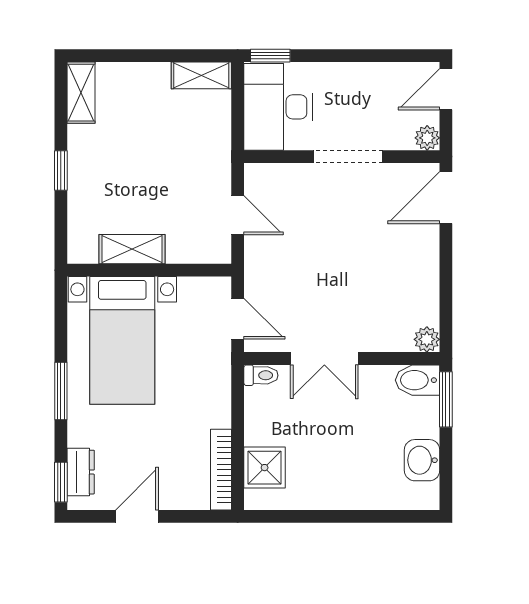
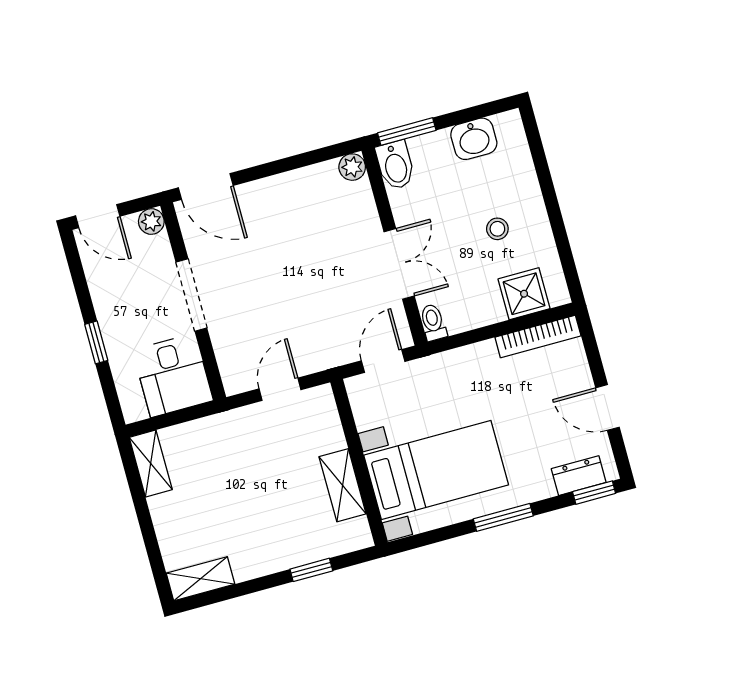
window: (270, 56) -> (96, 342), moved
desk: (278, 107) -> (173, 375), width x0.73
window: (61, 170) -> (311, 570), moved
stool: (332, 459) -> (497, 229), added

